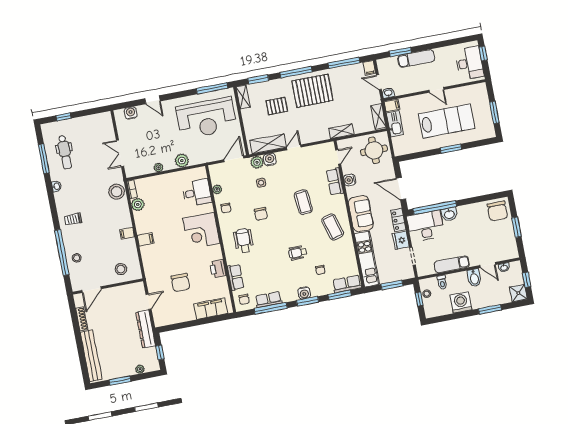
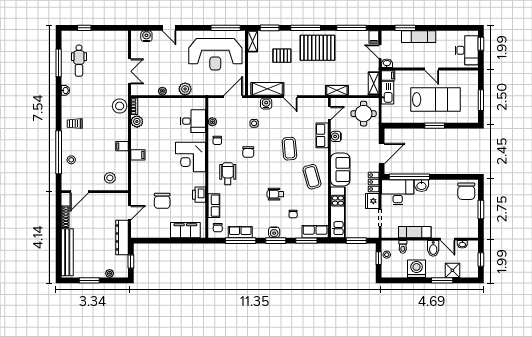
door: (294, 147) -> (290, 97), swing flipped
double door: (120, 153) -> (130, 71), swing flipped
plant: (257, 162) -> (254, 104), removed
door: (401, 189) -> (382, 154), swing flipped
shower: (518, 293) -> (452, 270), moved

